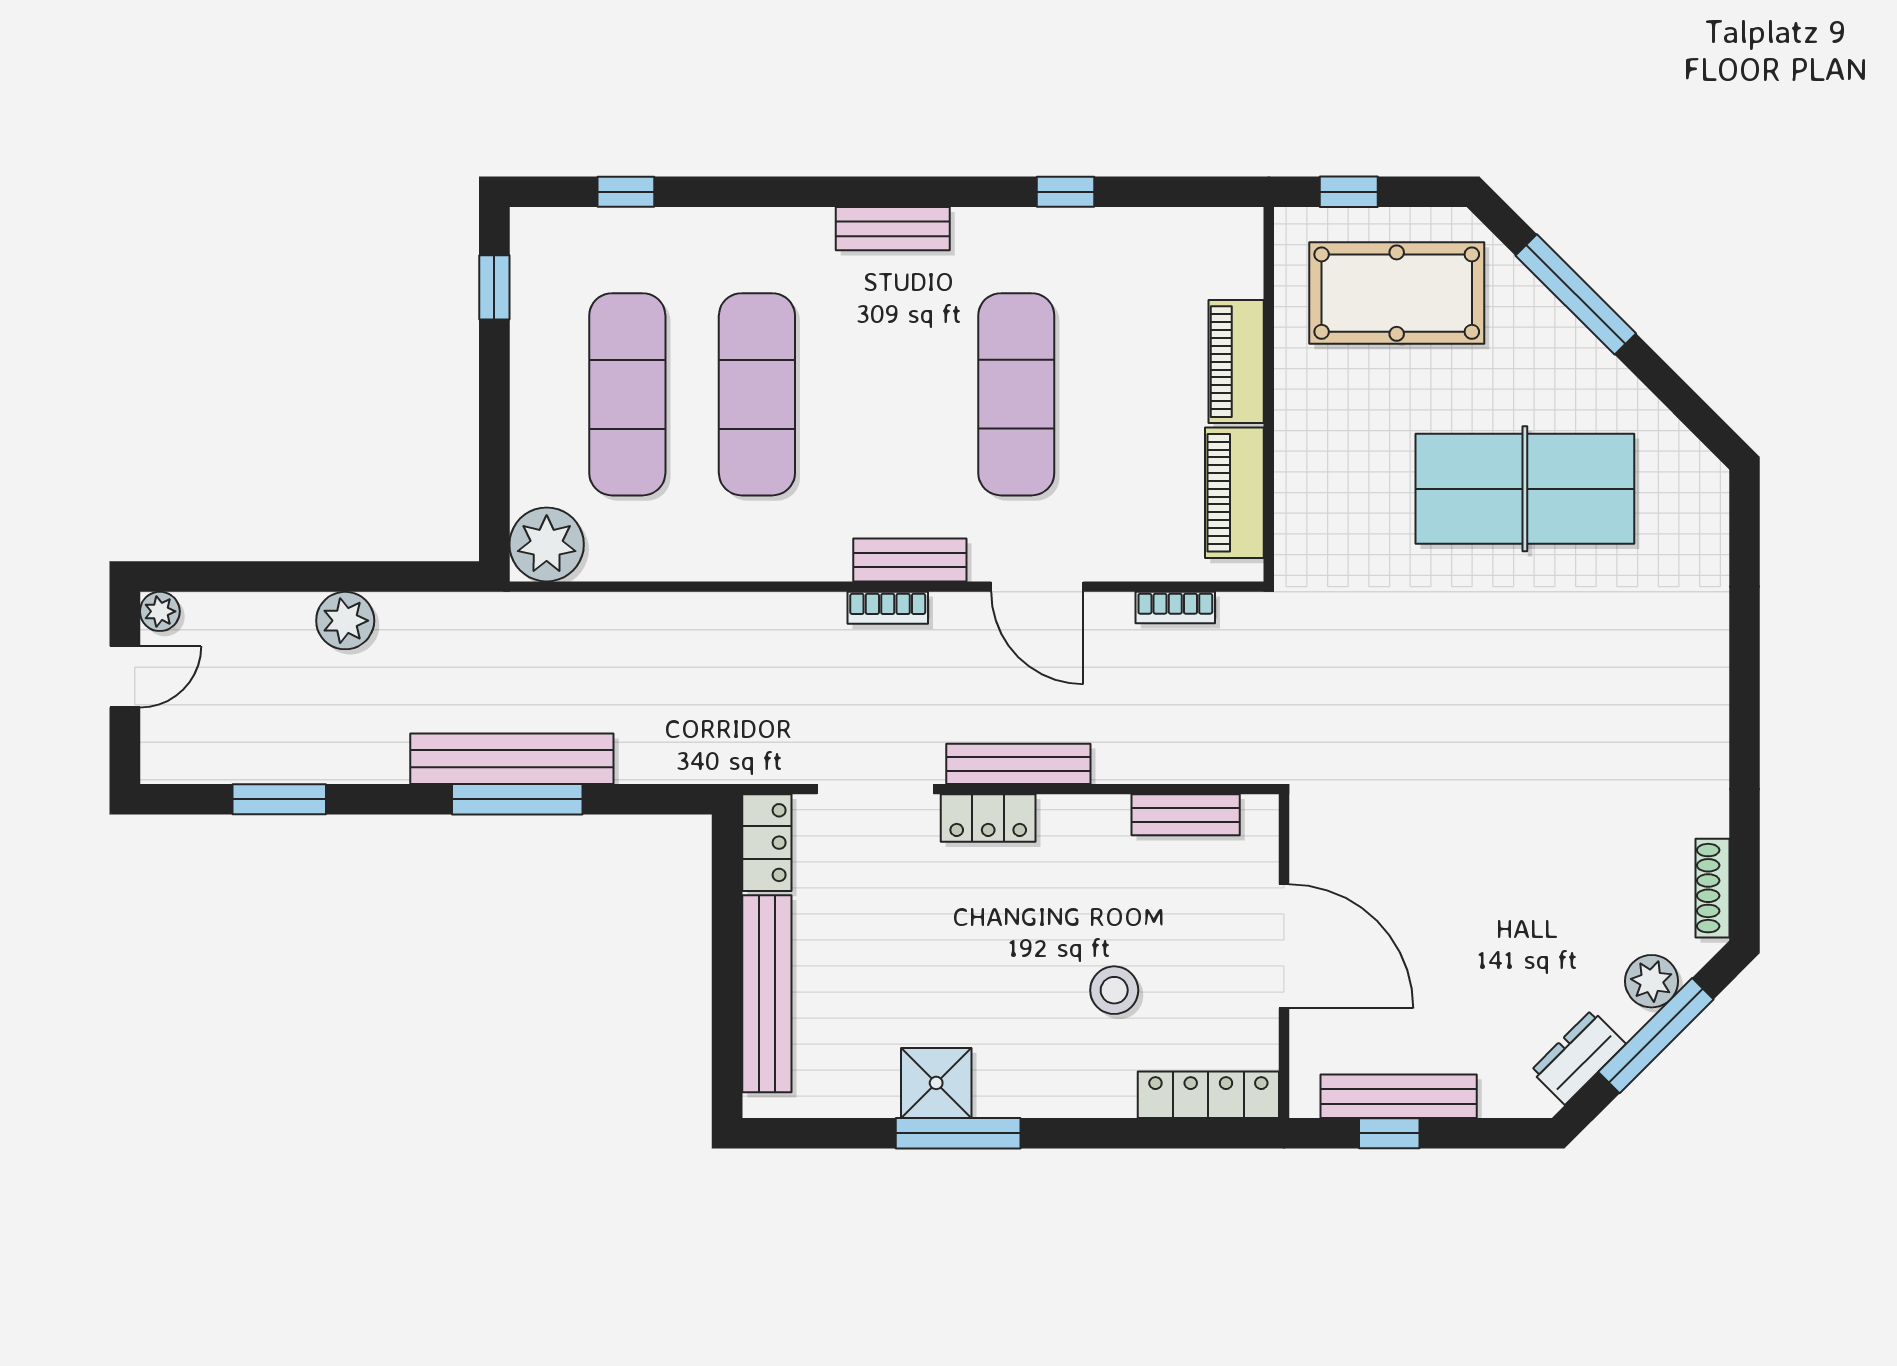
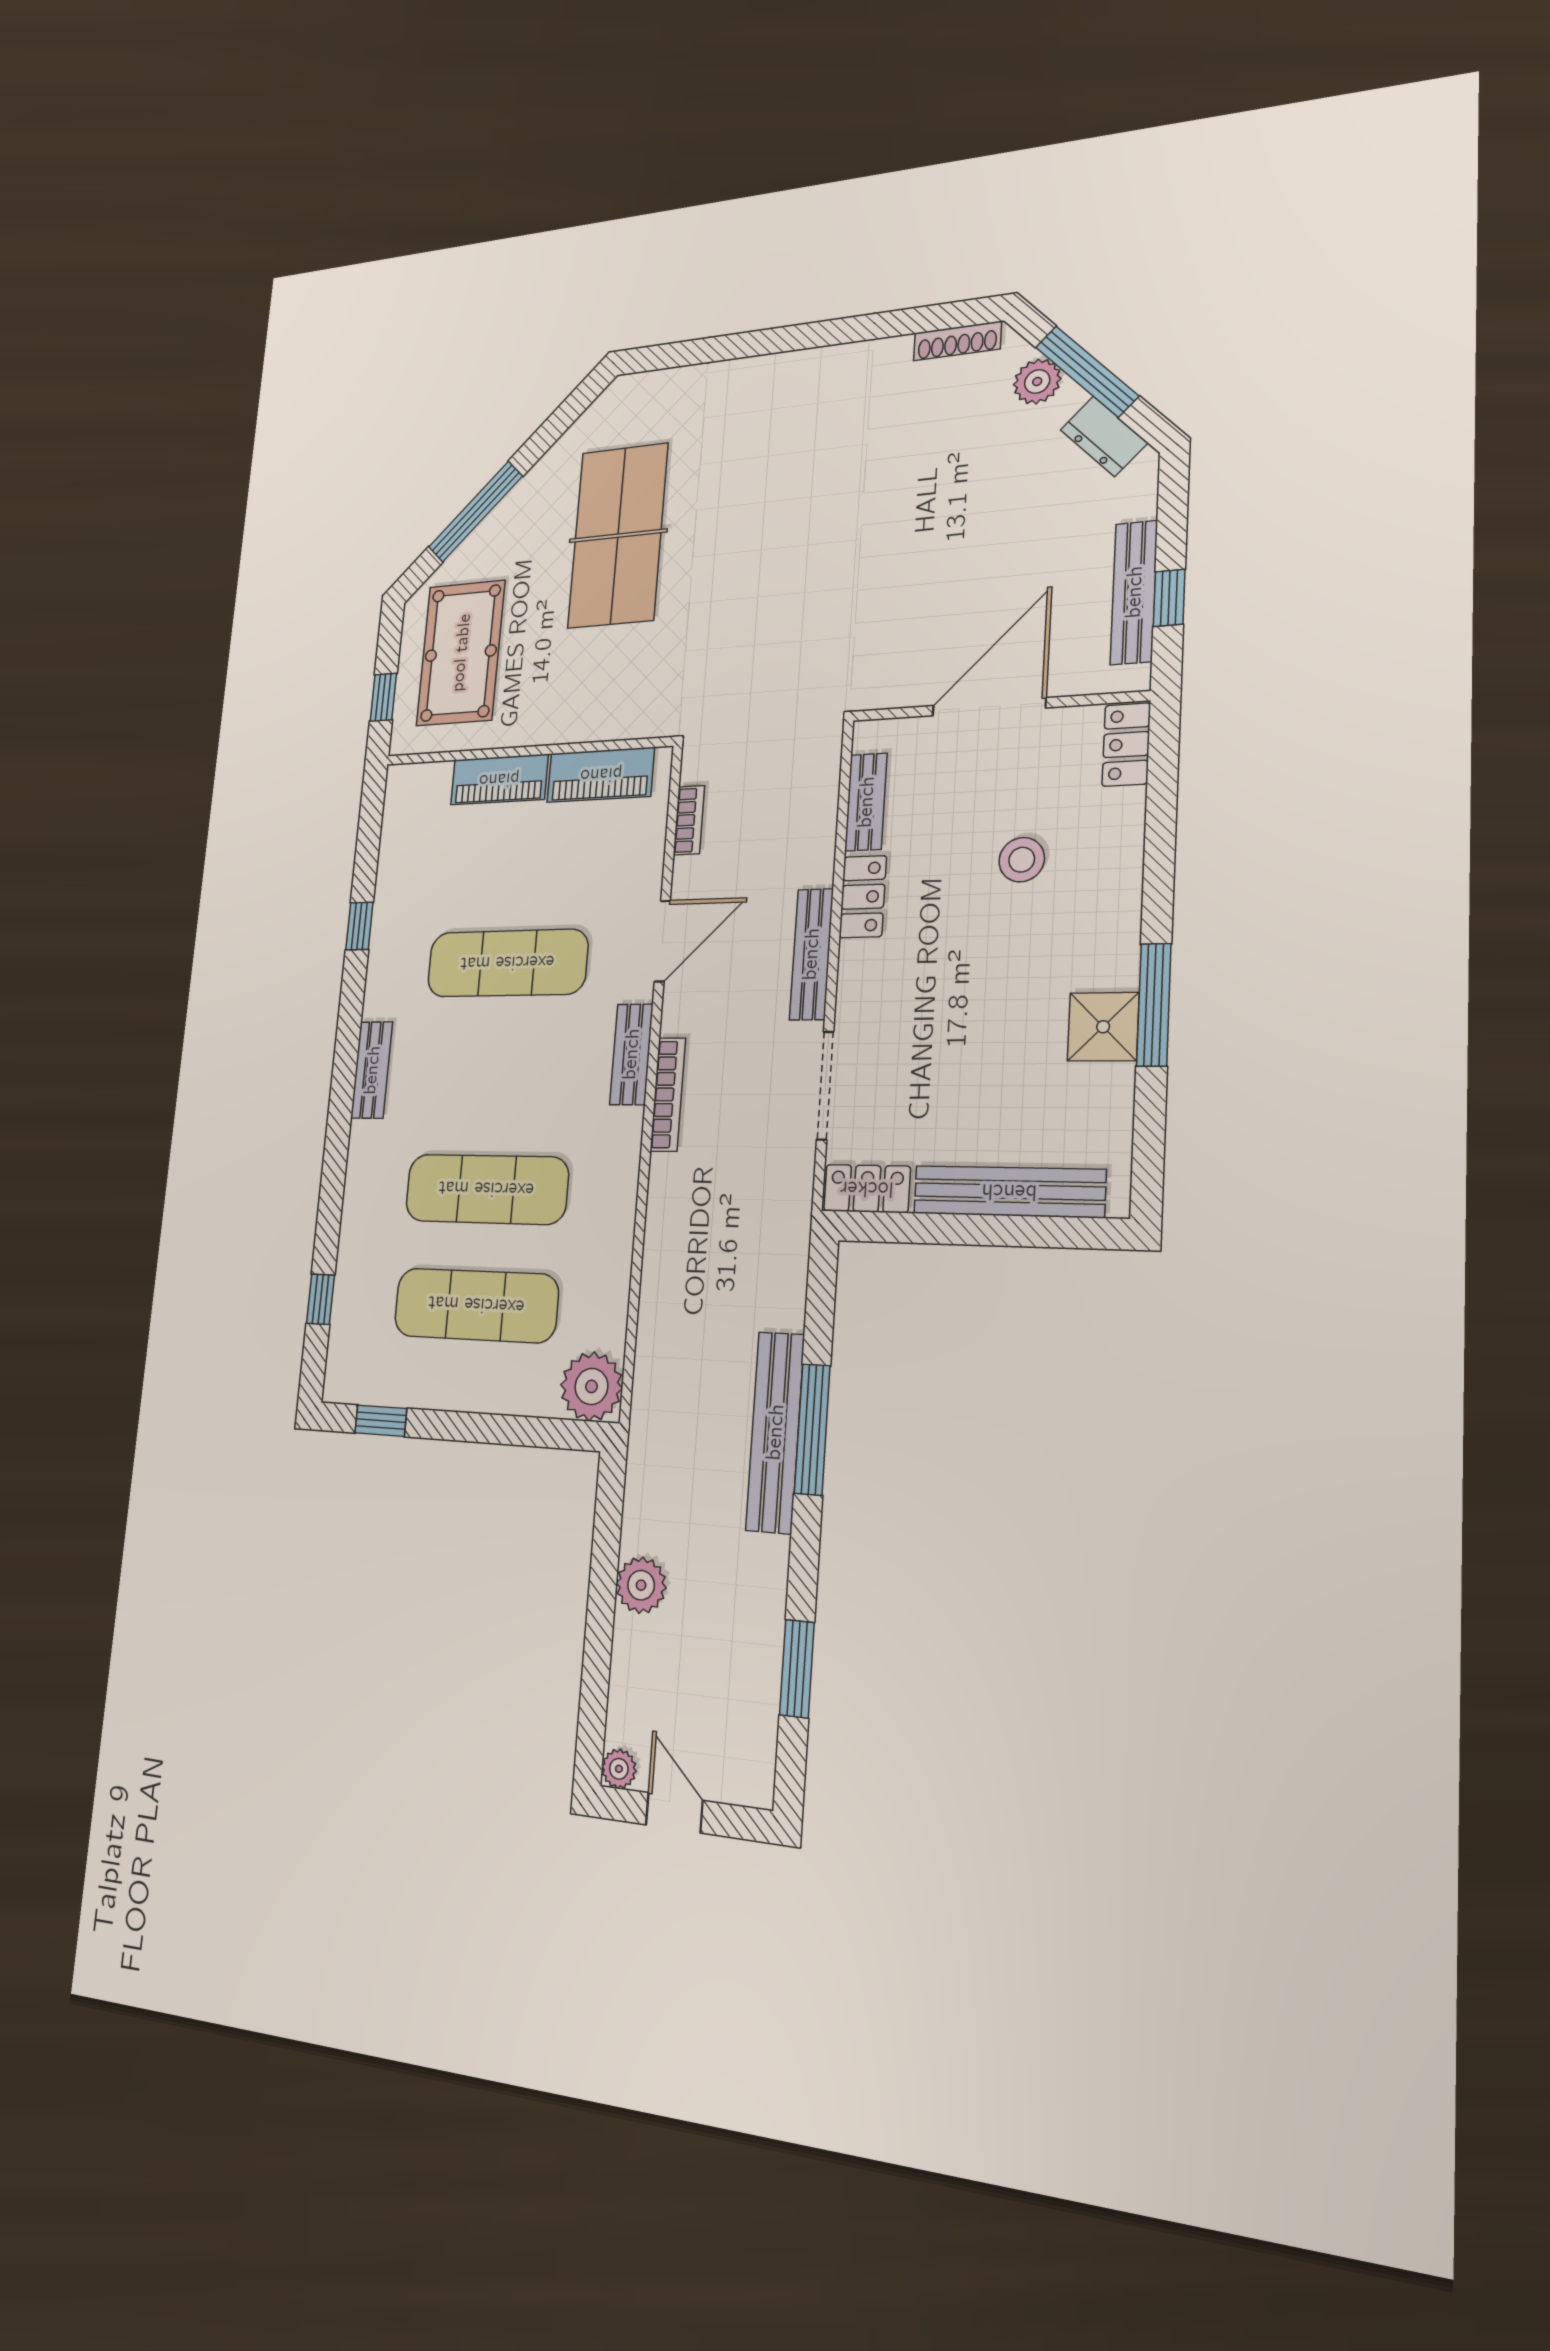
bookcase: (888, 608) -> (668, 1094), width x1.56
locker: (988, 818) -> (863, 897), moved
locker: (1208, 1095) -> (1126, 745), width x0.66

